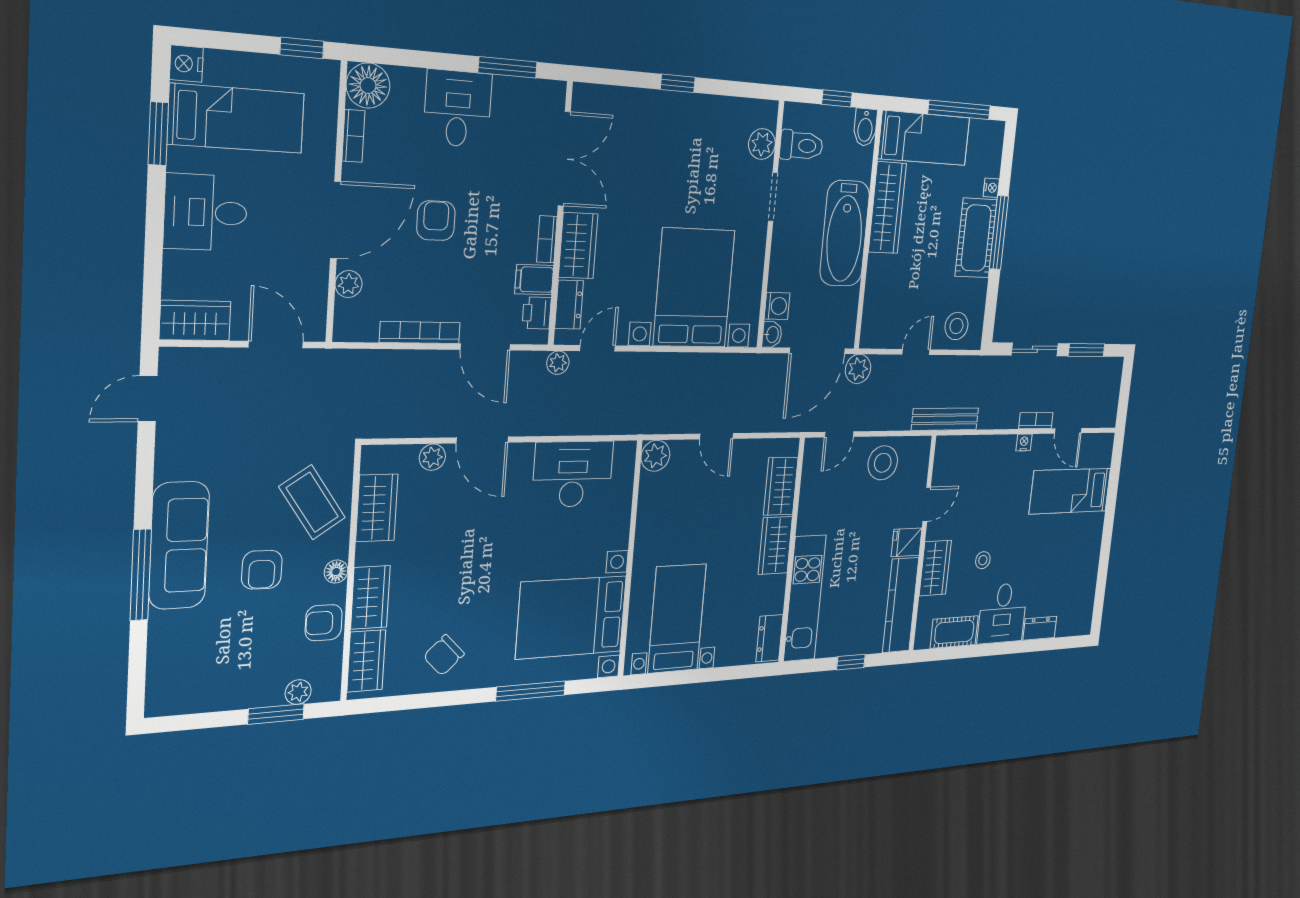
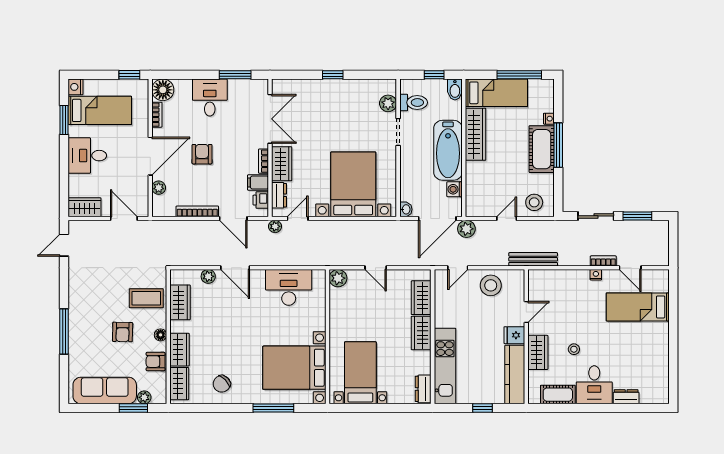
washing machine: (777, 306) -> (455, 189), moved, turned 180
coffee table: (312, 502) -> (146, 298), turned -56
sofa: (179, 545) -> (105, 391), moved, turned -90

